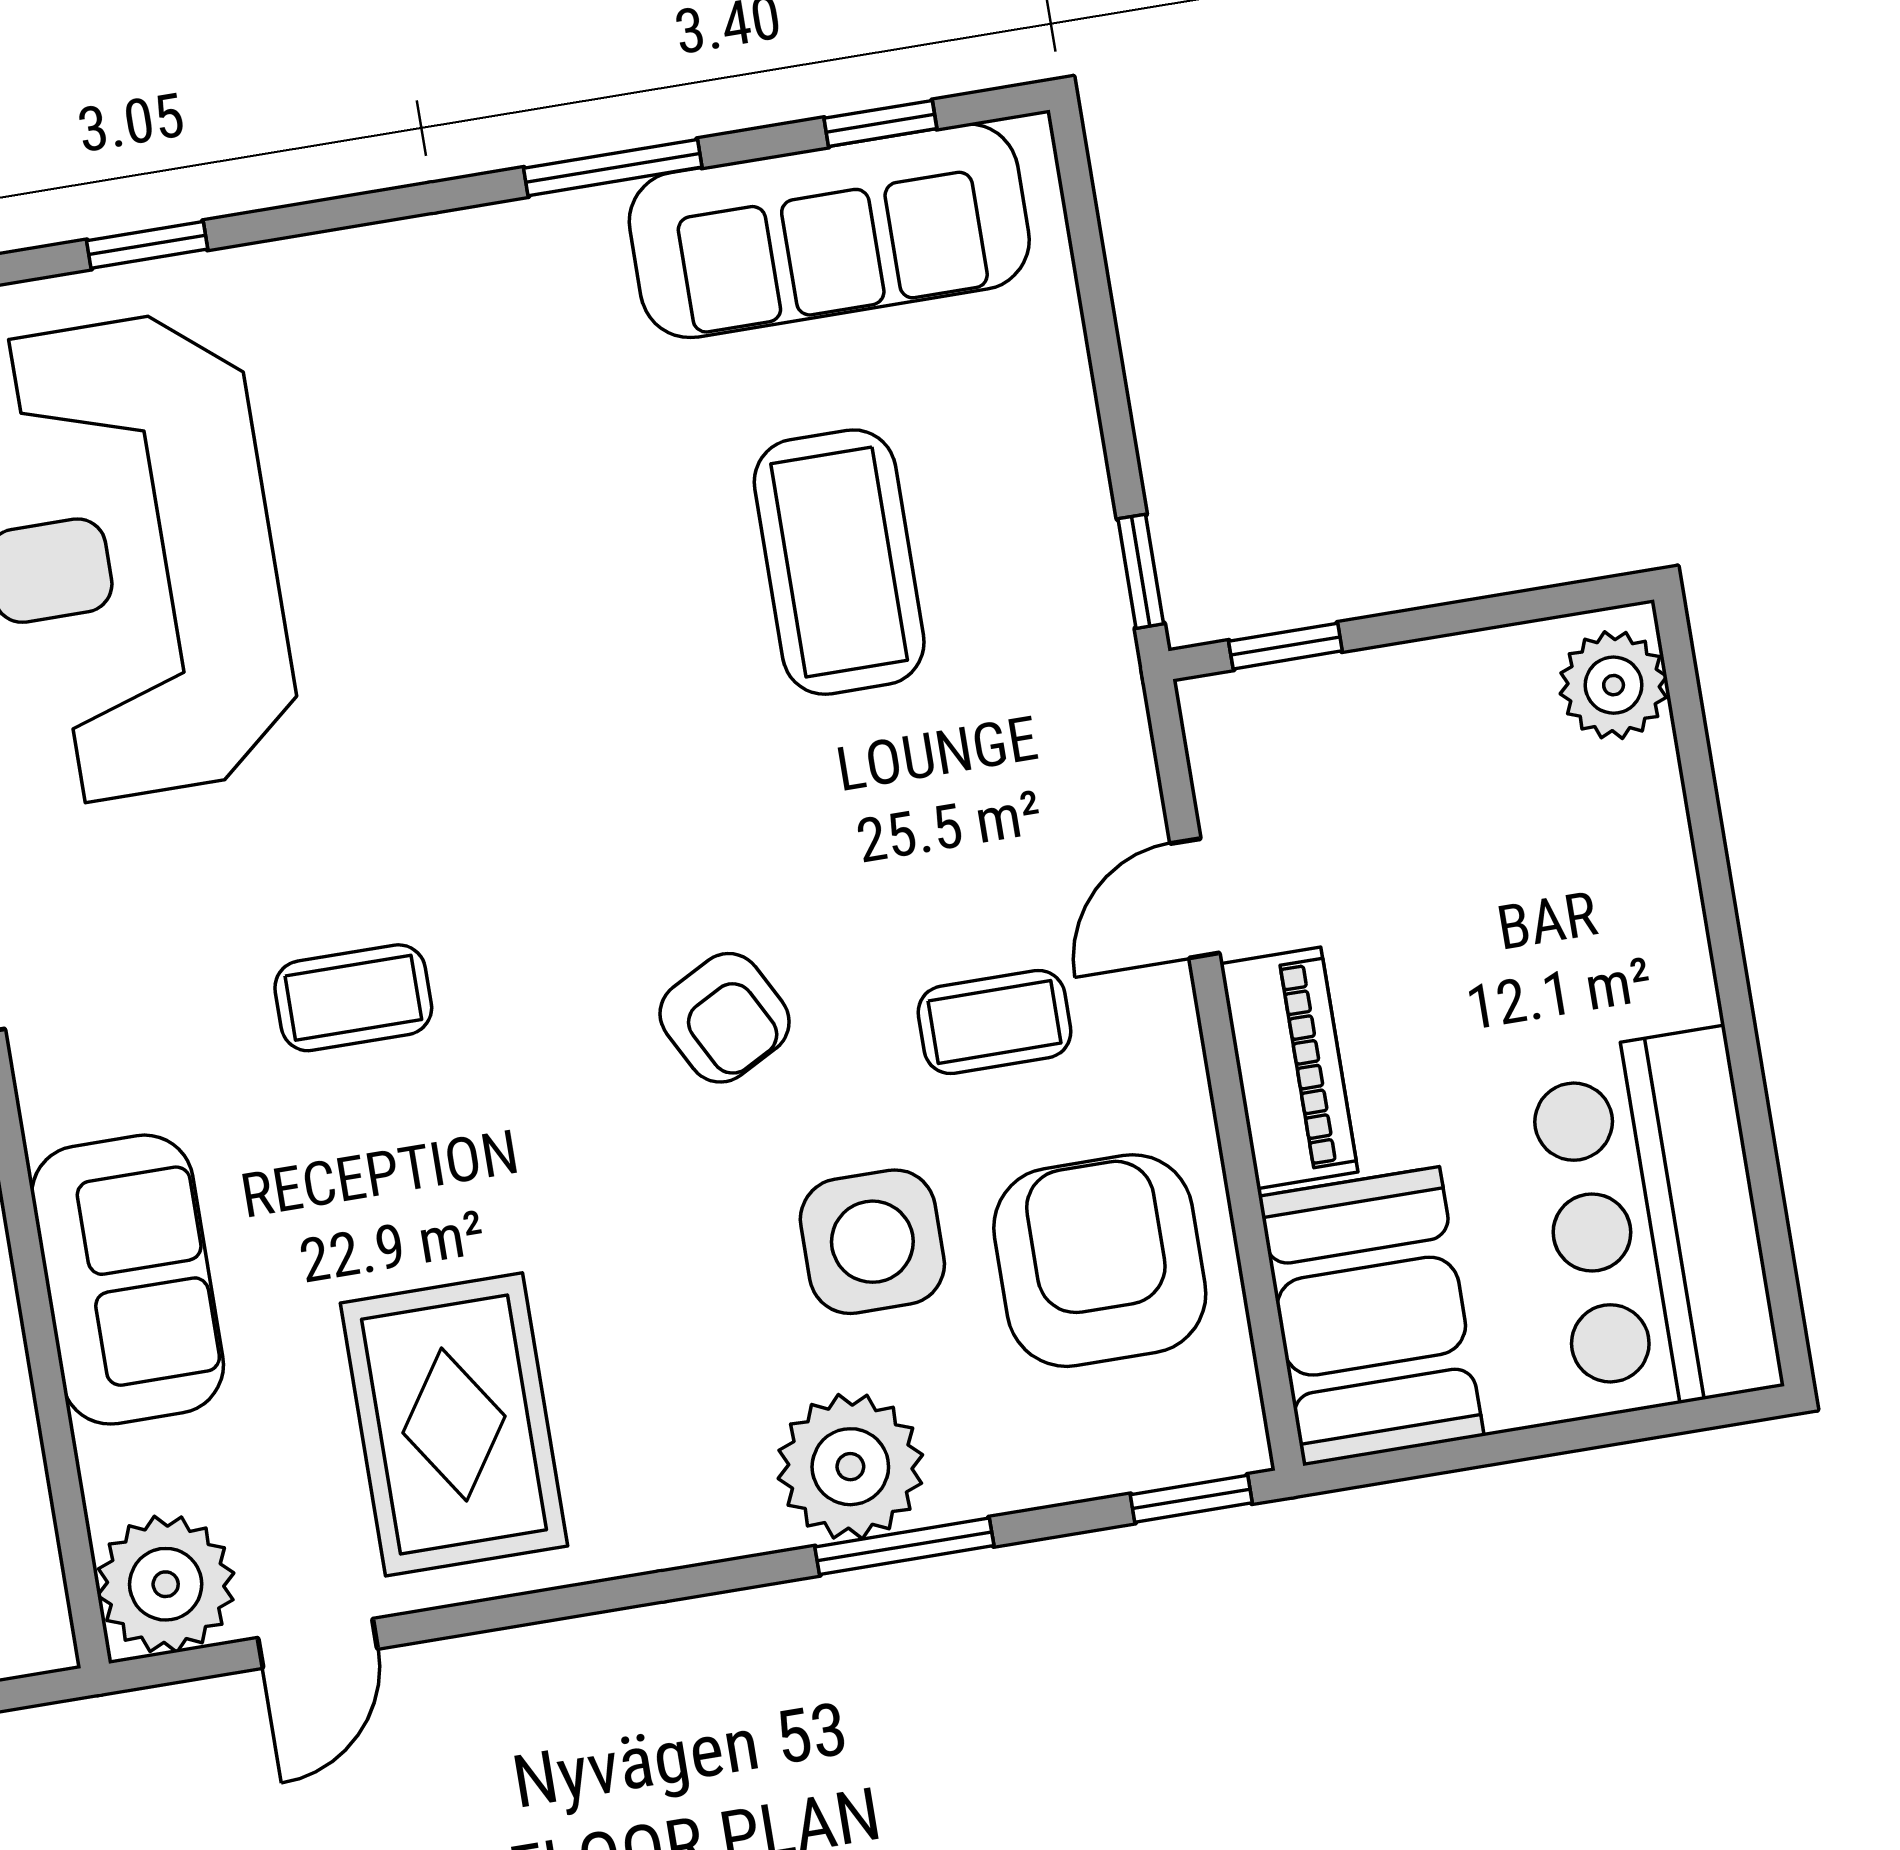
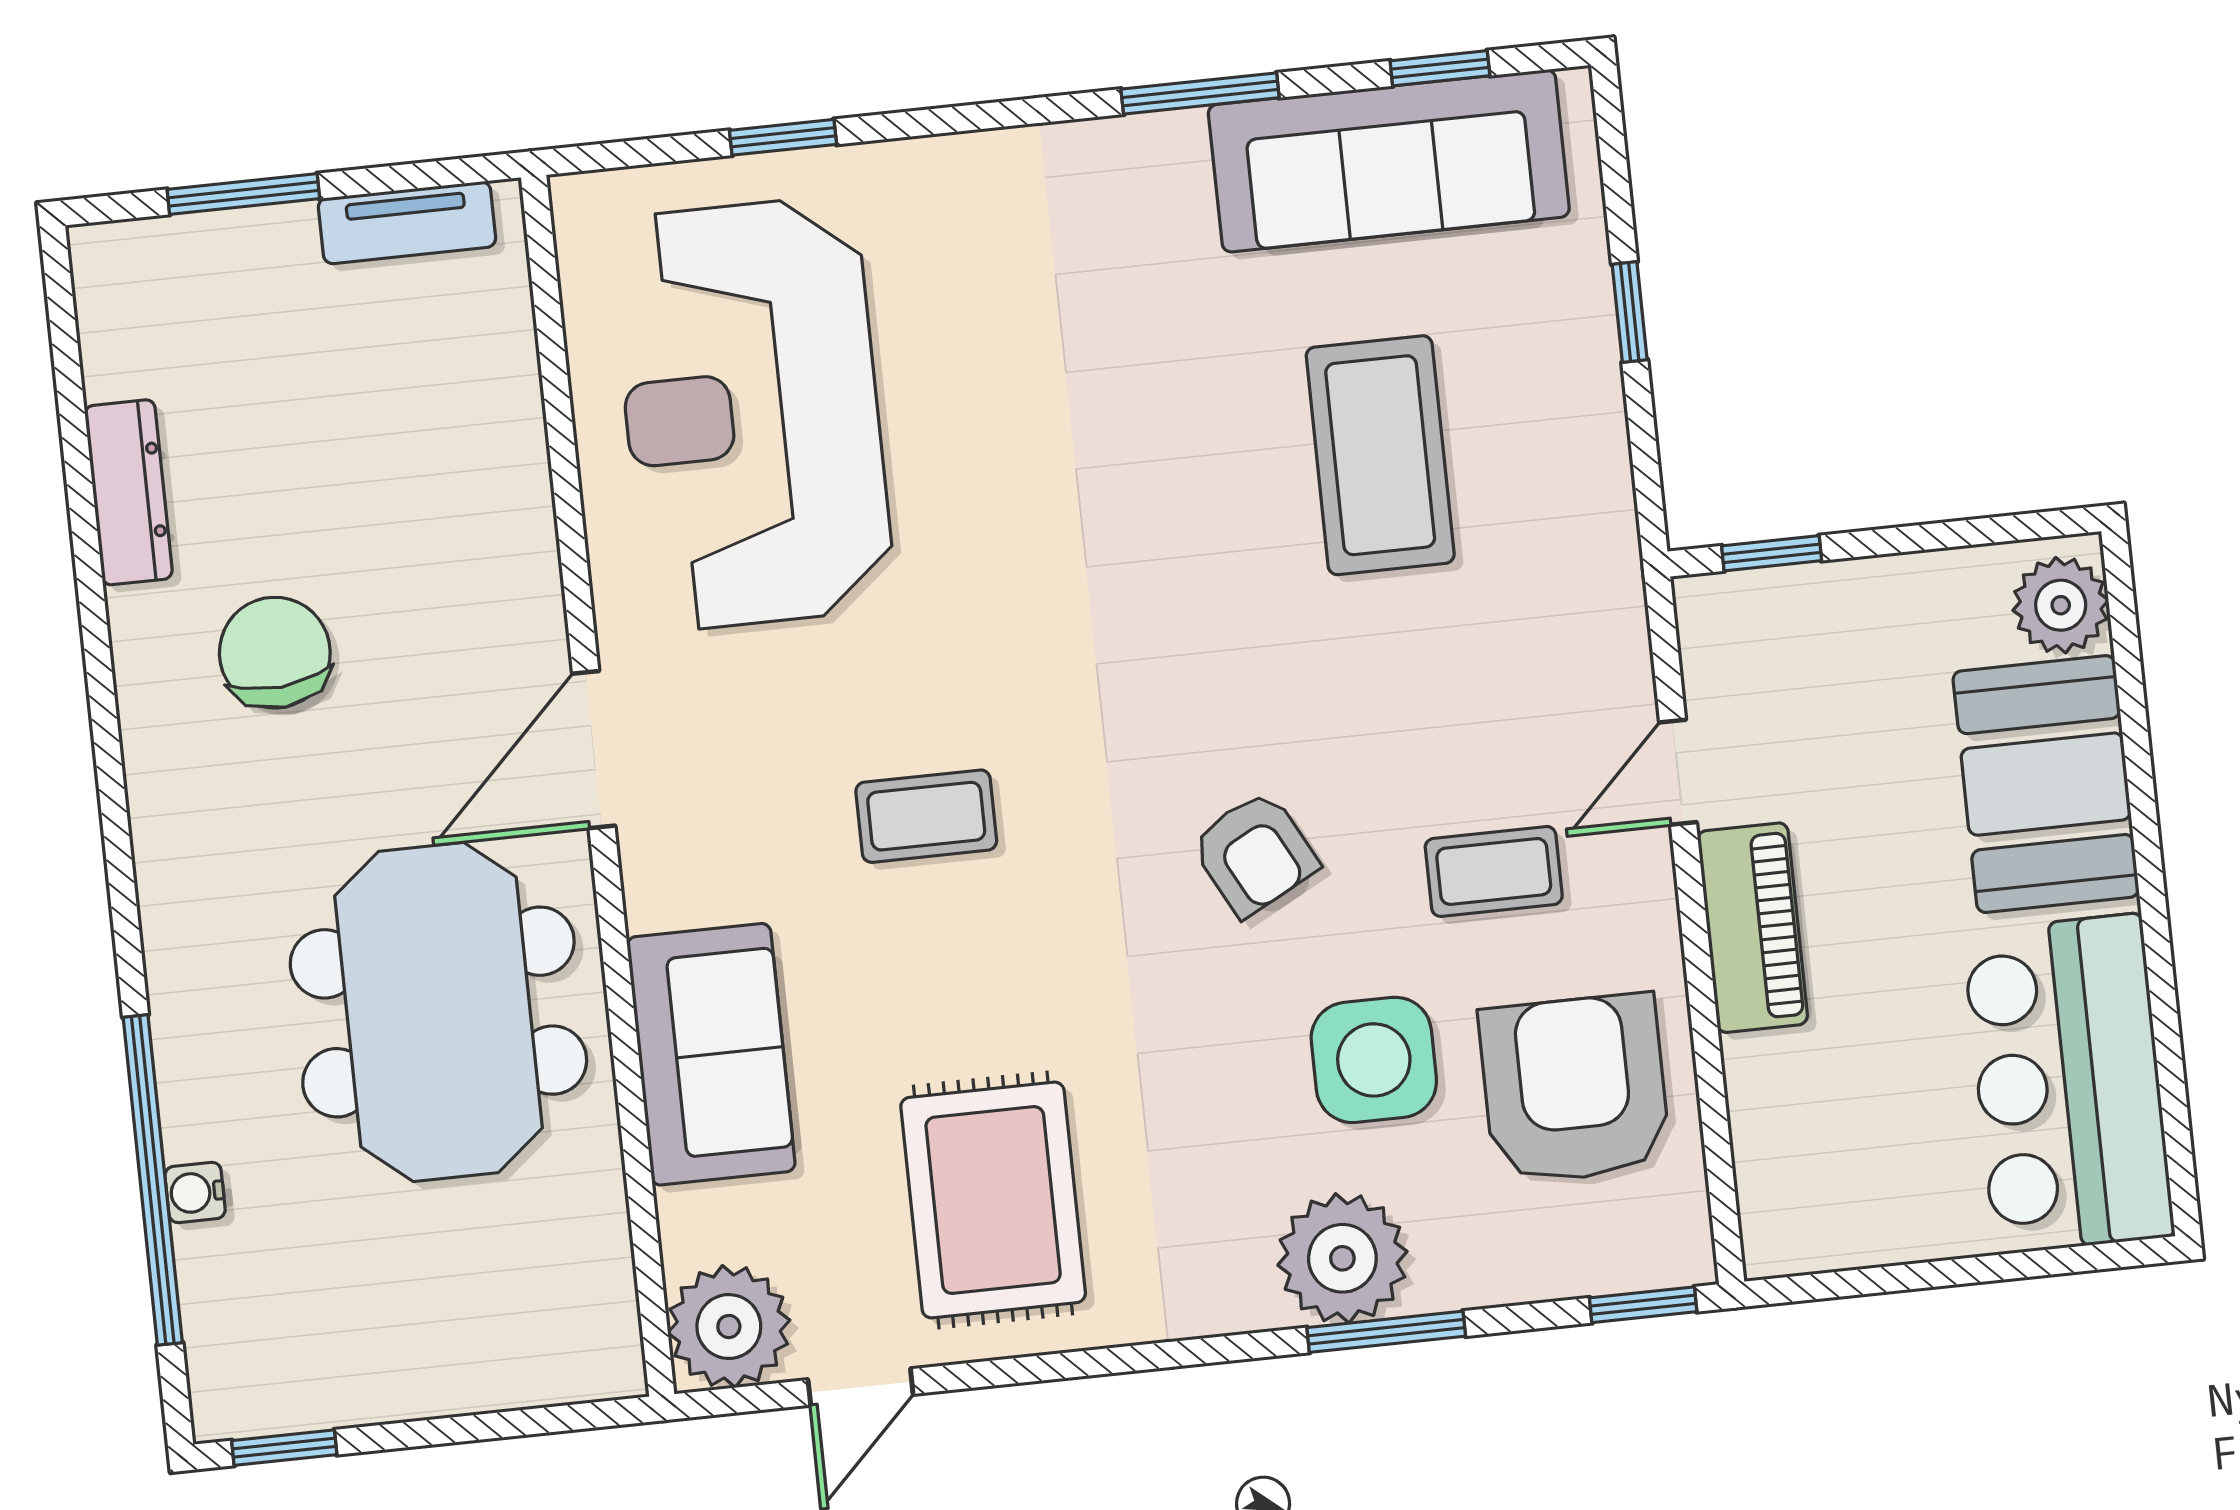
window: (1141, 571) -> (1630, 312), moved
booth: (1371, 1316) -> (2046, 784), moved

